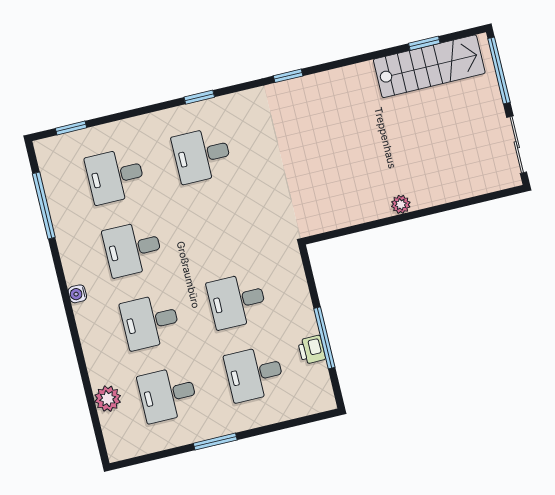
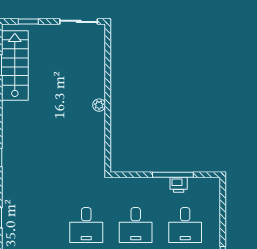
window: (499, 70) -> (28, 21), width x0.46
desk: (202, 155) -> (86, 225), moved

